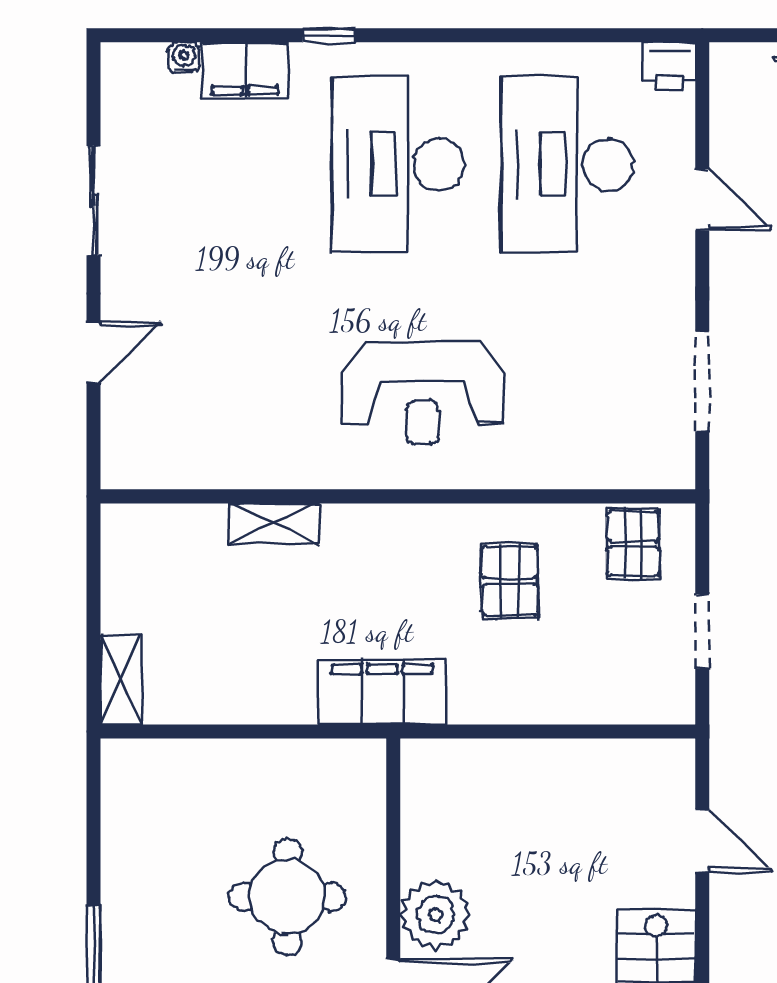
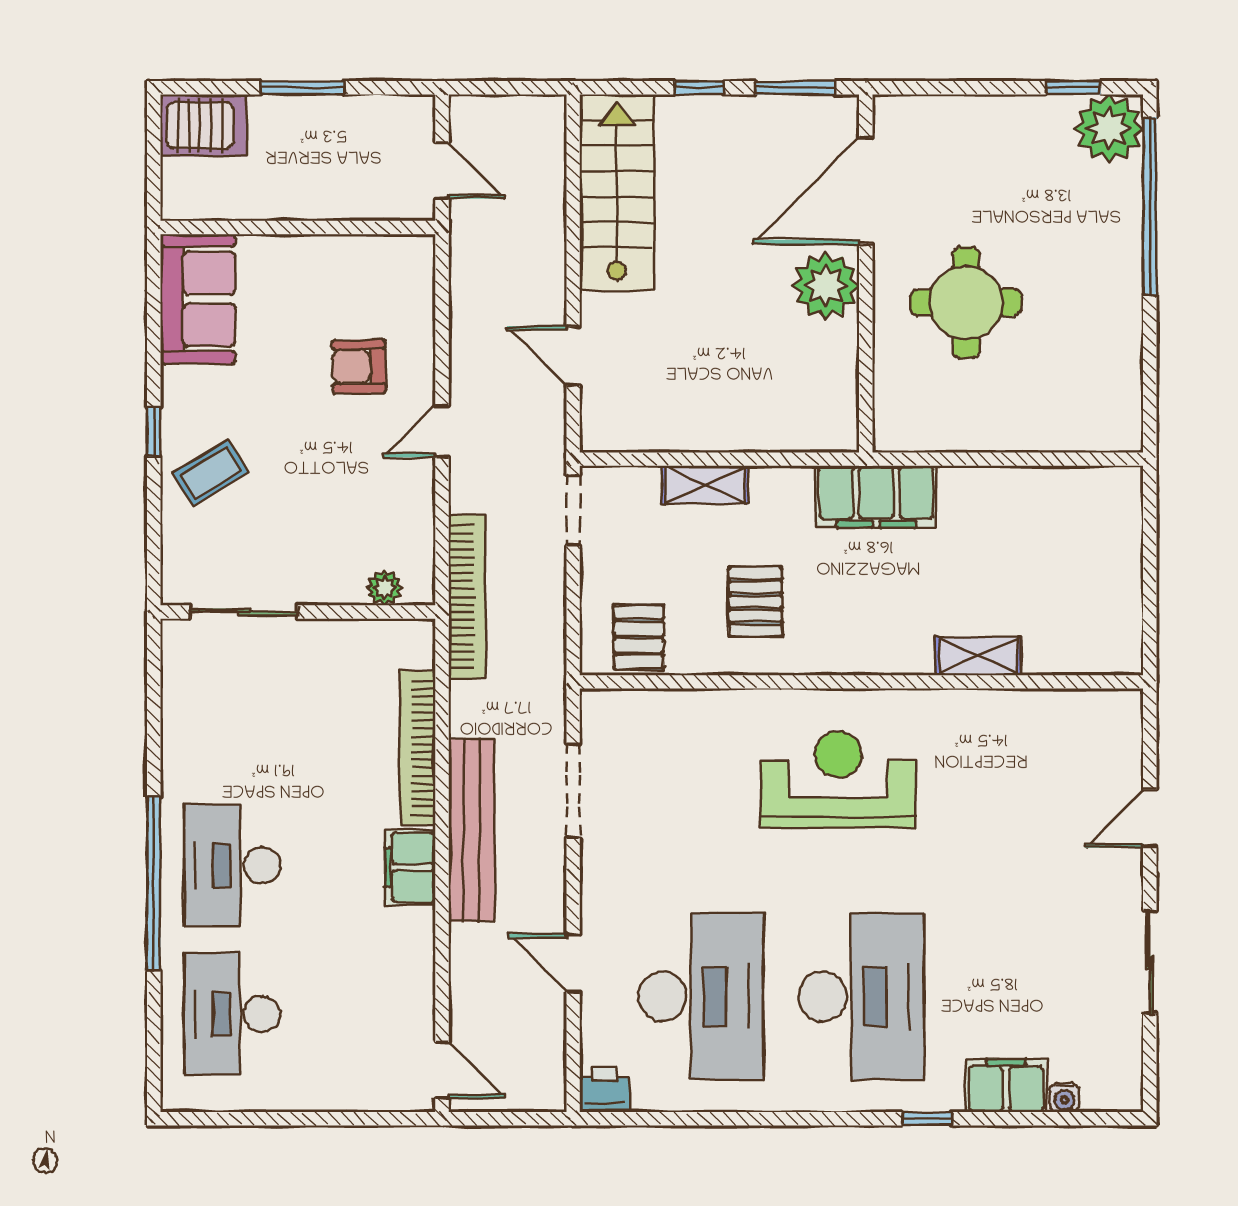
doorway: (702, 631) -> (573, 510), moved
shelving: (121, 679) -> (705, 485), moved, turned 90

